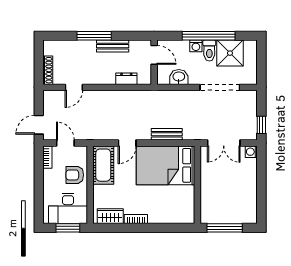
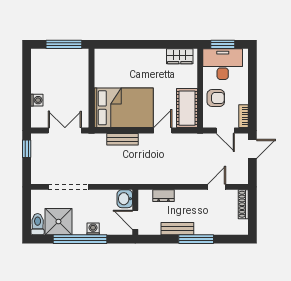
toilet: (209, 51) -> (38, 224), moved
washbasin: (179, 77) -> (125, 199), moved, turned 90
washing machine: (251, 152) -> (37, 100), moved
bookcase: (136, 219) -> (154, 53), removed

